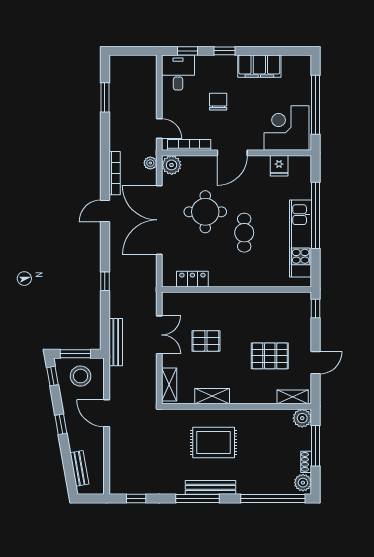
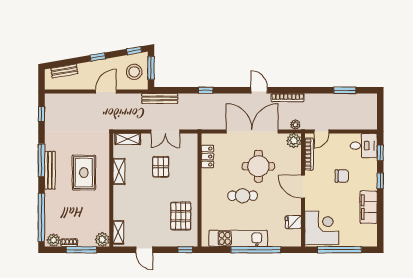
pallet: (270, 356) -> (181, 216), moved

